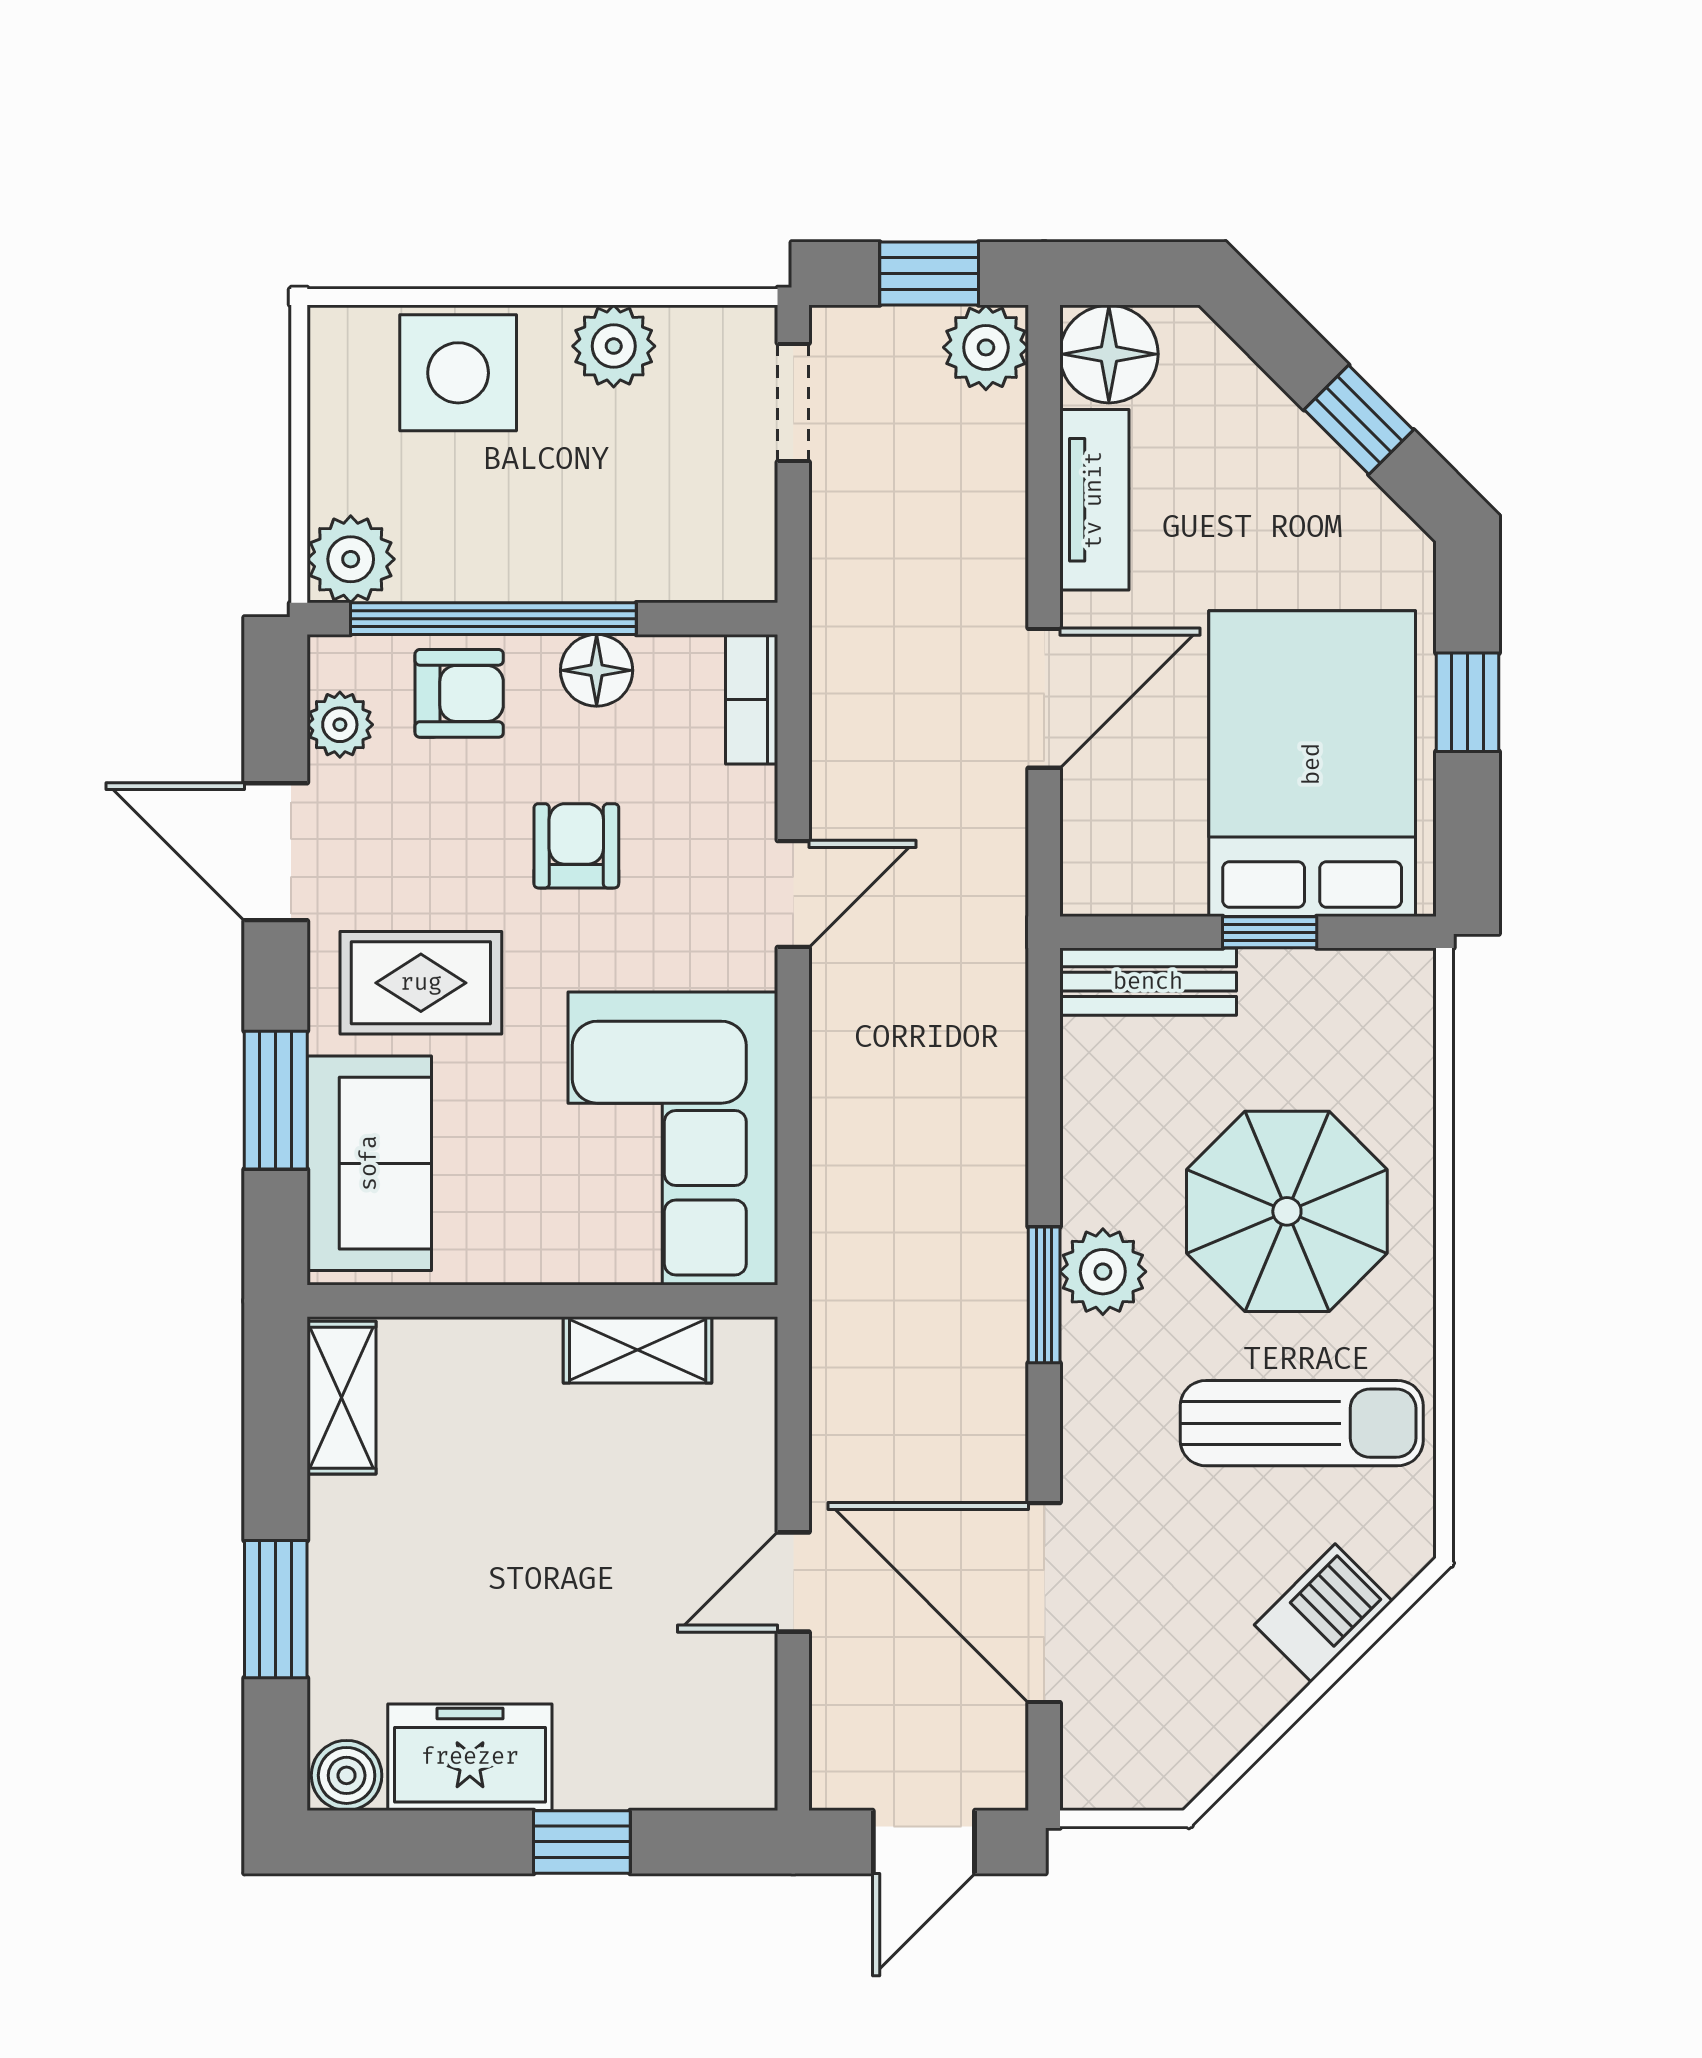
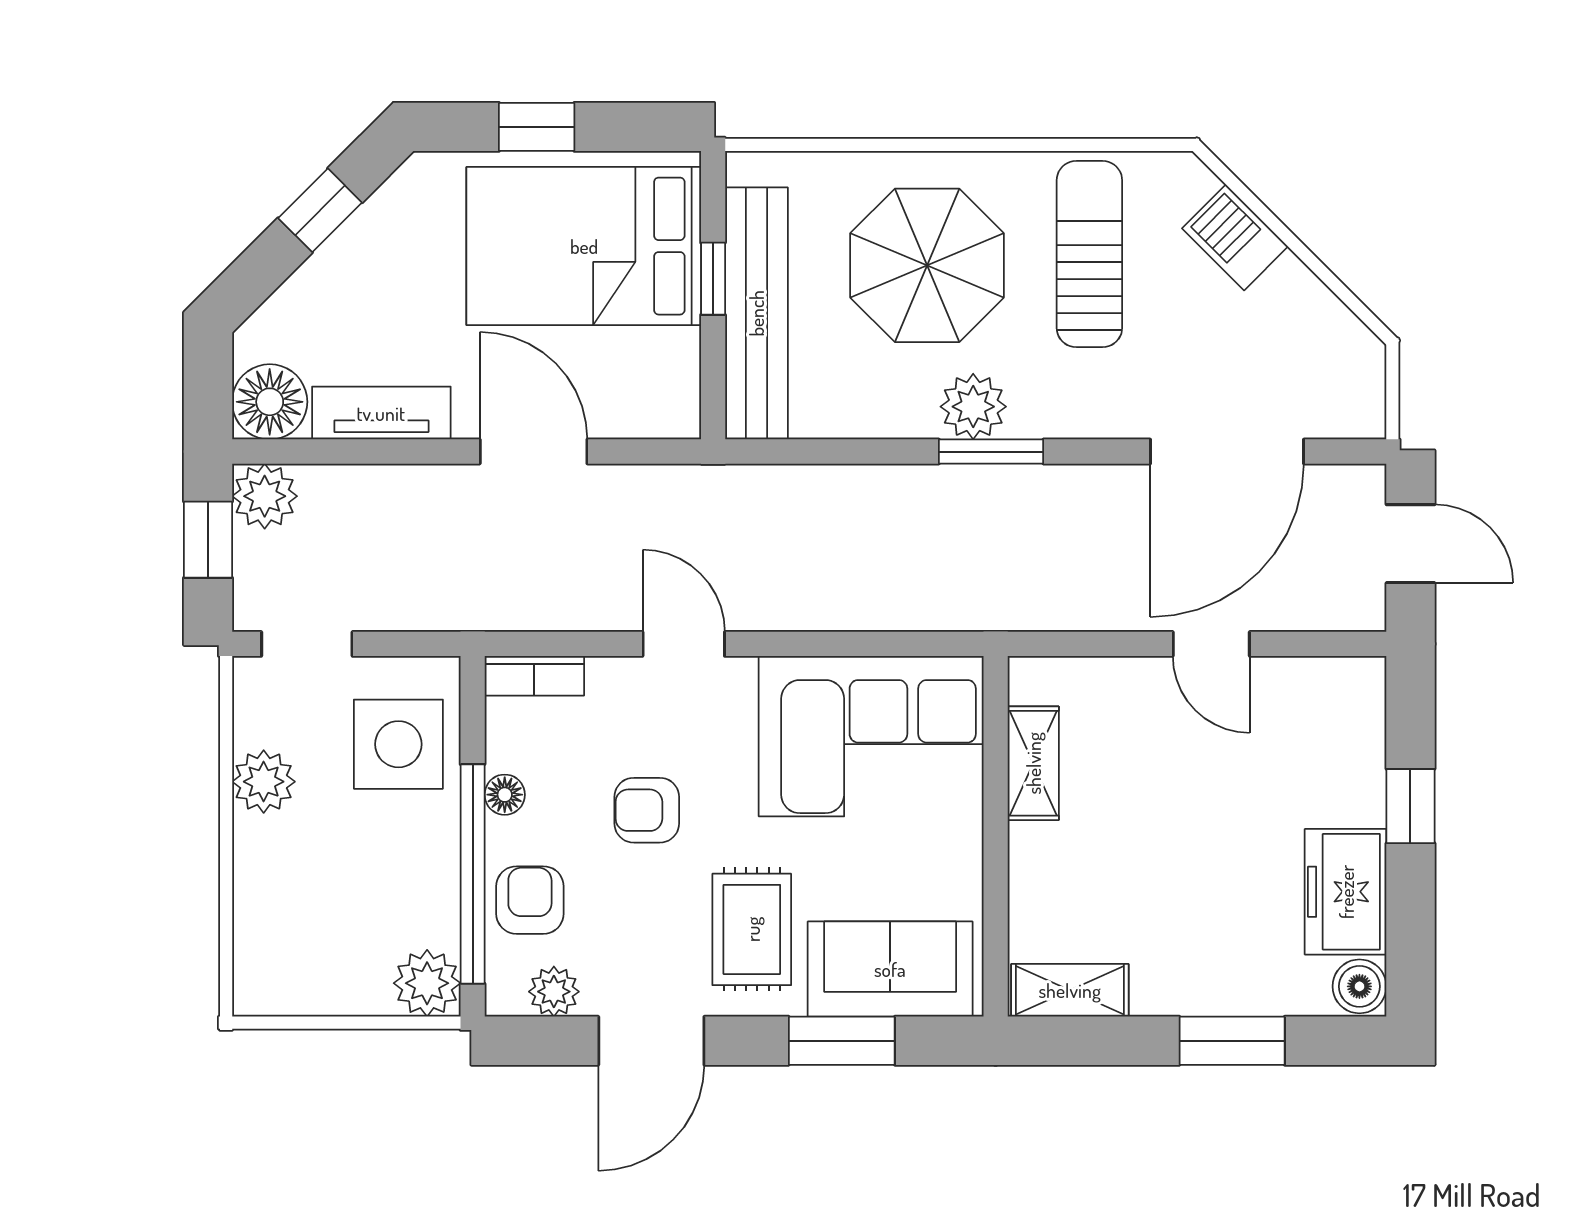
side table: (458, 373) -> (398, 744), moved
floor lamp: (597, 670) -> (505, 795), width x0.73, depth x0.73
bench: (1148, 982) -> (756, 313), width x1.86, depth x1.21

